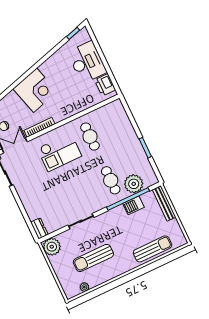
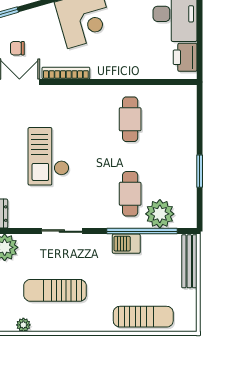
checkout: (59, 152) -> (48, 156), moved, turned 90
barbecue: (134, 205) -> (126, 244), moved

